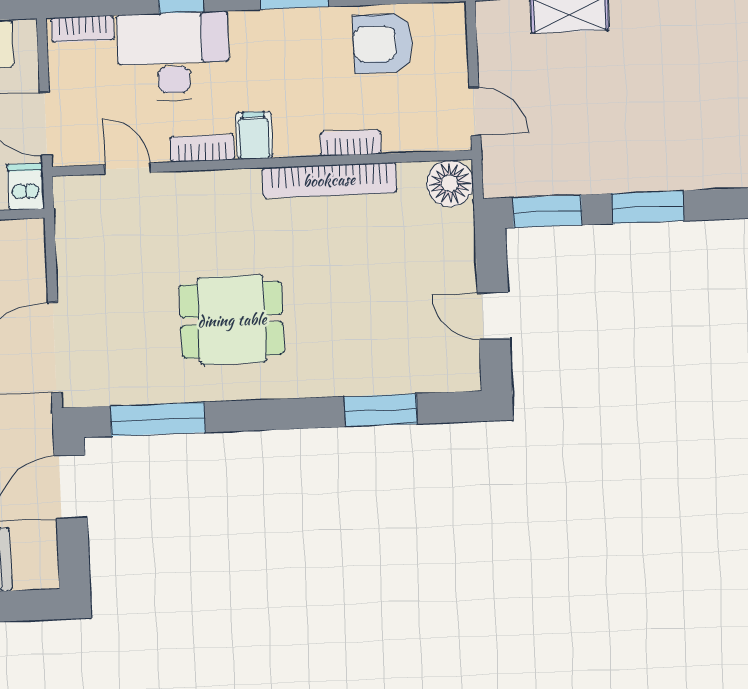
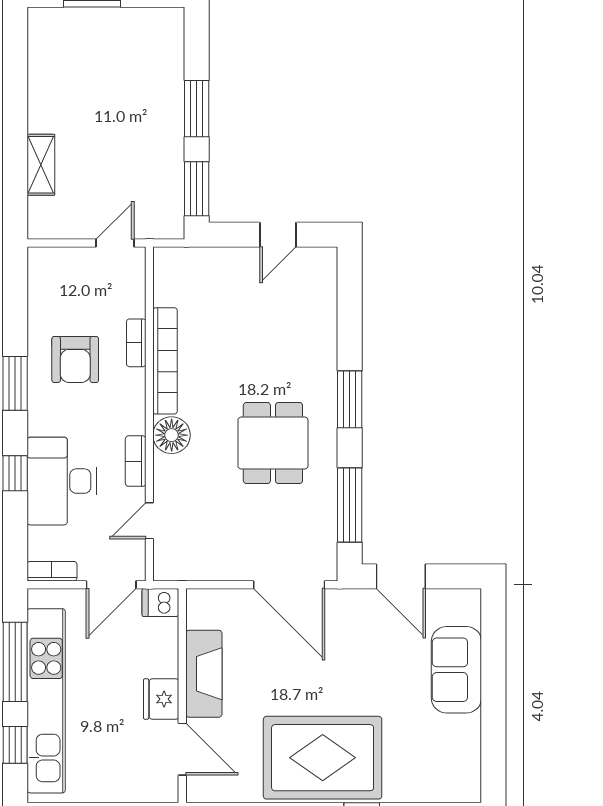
bookcase: (83, 29) -> (52, 571), moved, turned -90
armchair: (383, 44) -> (75, 359), moved
filing cabinet: (254, 135) -> (127, 419), removed
floor lamp: (450, 183) -> (172, 435), moved
window: (381, 410) -> (350, 399), moved

